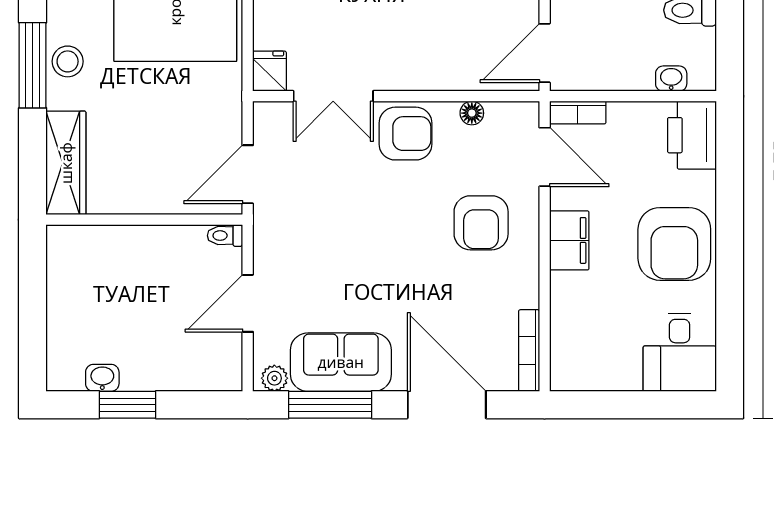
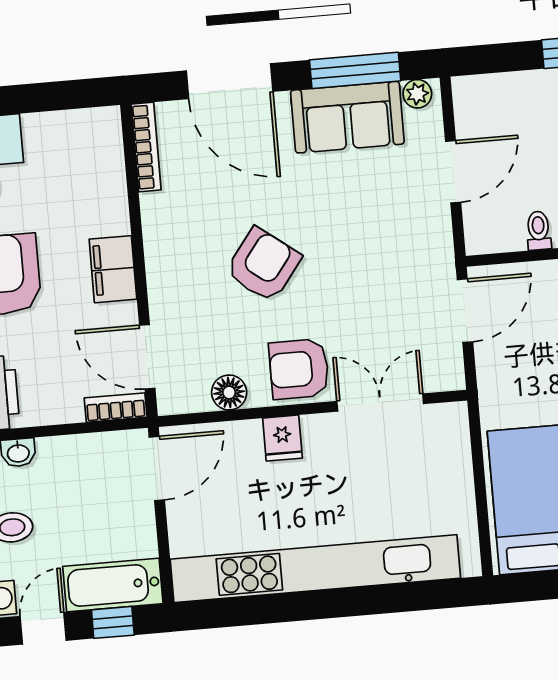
fridge: (269, 71) -> (282, 438), moved
floor lamp: (472, 113) -> (229, 392), width x1.37, depth x1.37
armchair: (481, 223) -> (263, 265), moved, turned 37
toilet: (225, 236) -> (539, 231), moved, turned -90

